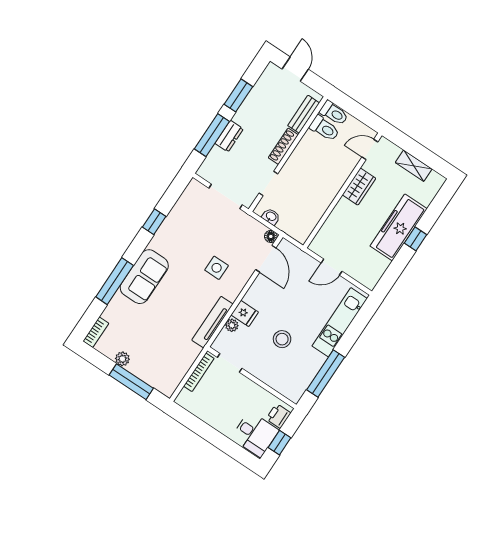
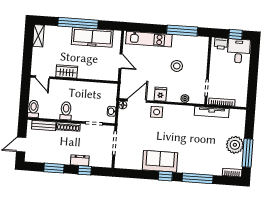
toilet: (324, 128) -> (66, 111), moved
window: (212, 135) -> (85, 170), width x0.46
shelving: (414, 166) -> (38, 36), moved
window: (154, 222) -> (165, 176), moved
freezer: (399, 227) -> (92, 37), moved
window: (416, 239) -> (78, 23), width x3.17
side table: (217, 268) -> (157, 112), moved
sofa: (144, 277) -> (160, 161), moved
fridge: (245, 313) -> (160, 94), moved
tv unit: (212, 322) -> (212, 112), moved
plant: (122, 359) -> (235, 145), width x1.88, depth x1.88
window: (131, 382) -> (248, 153), moved

